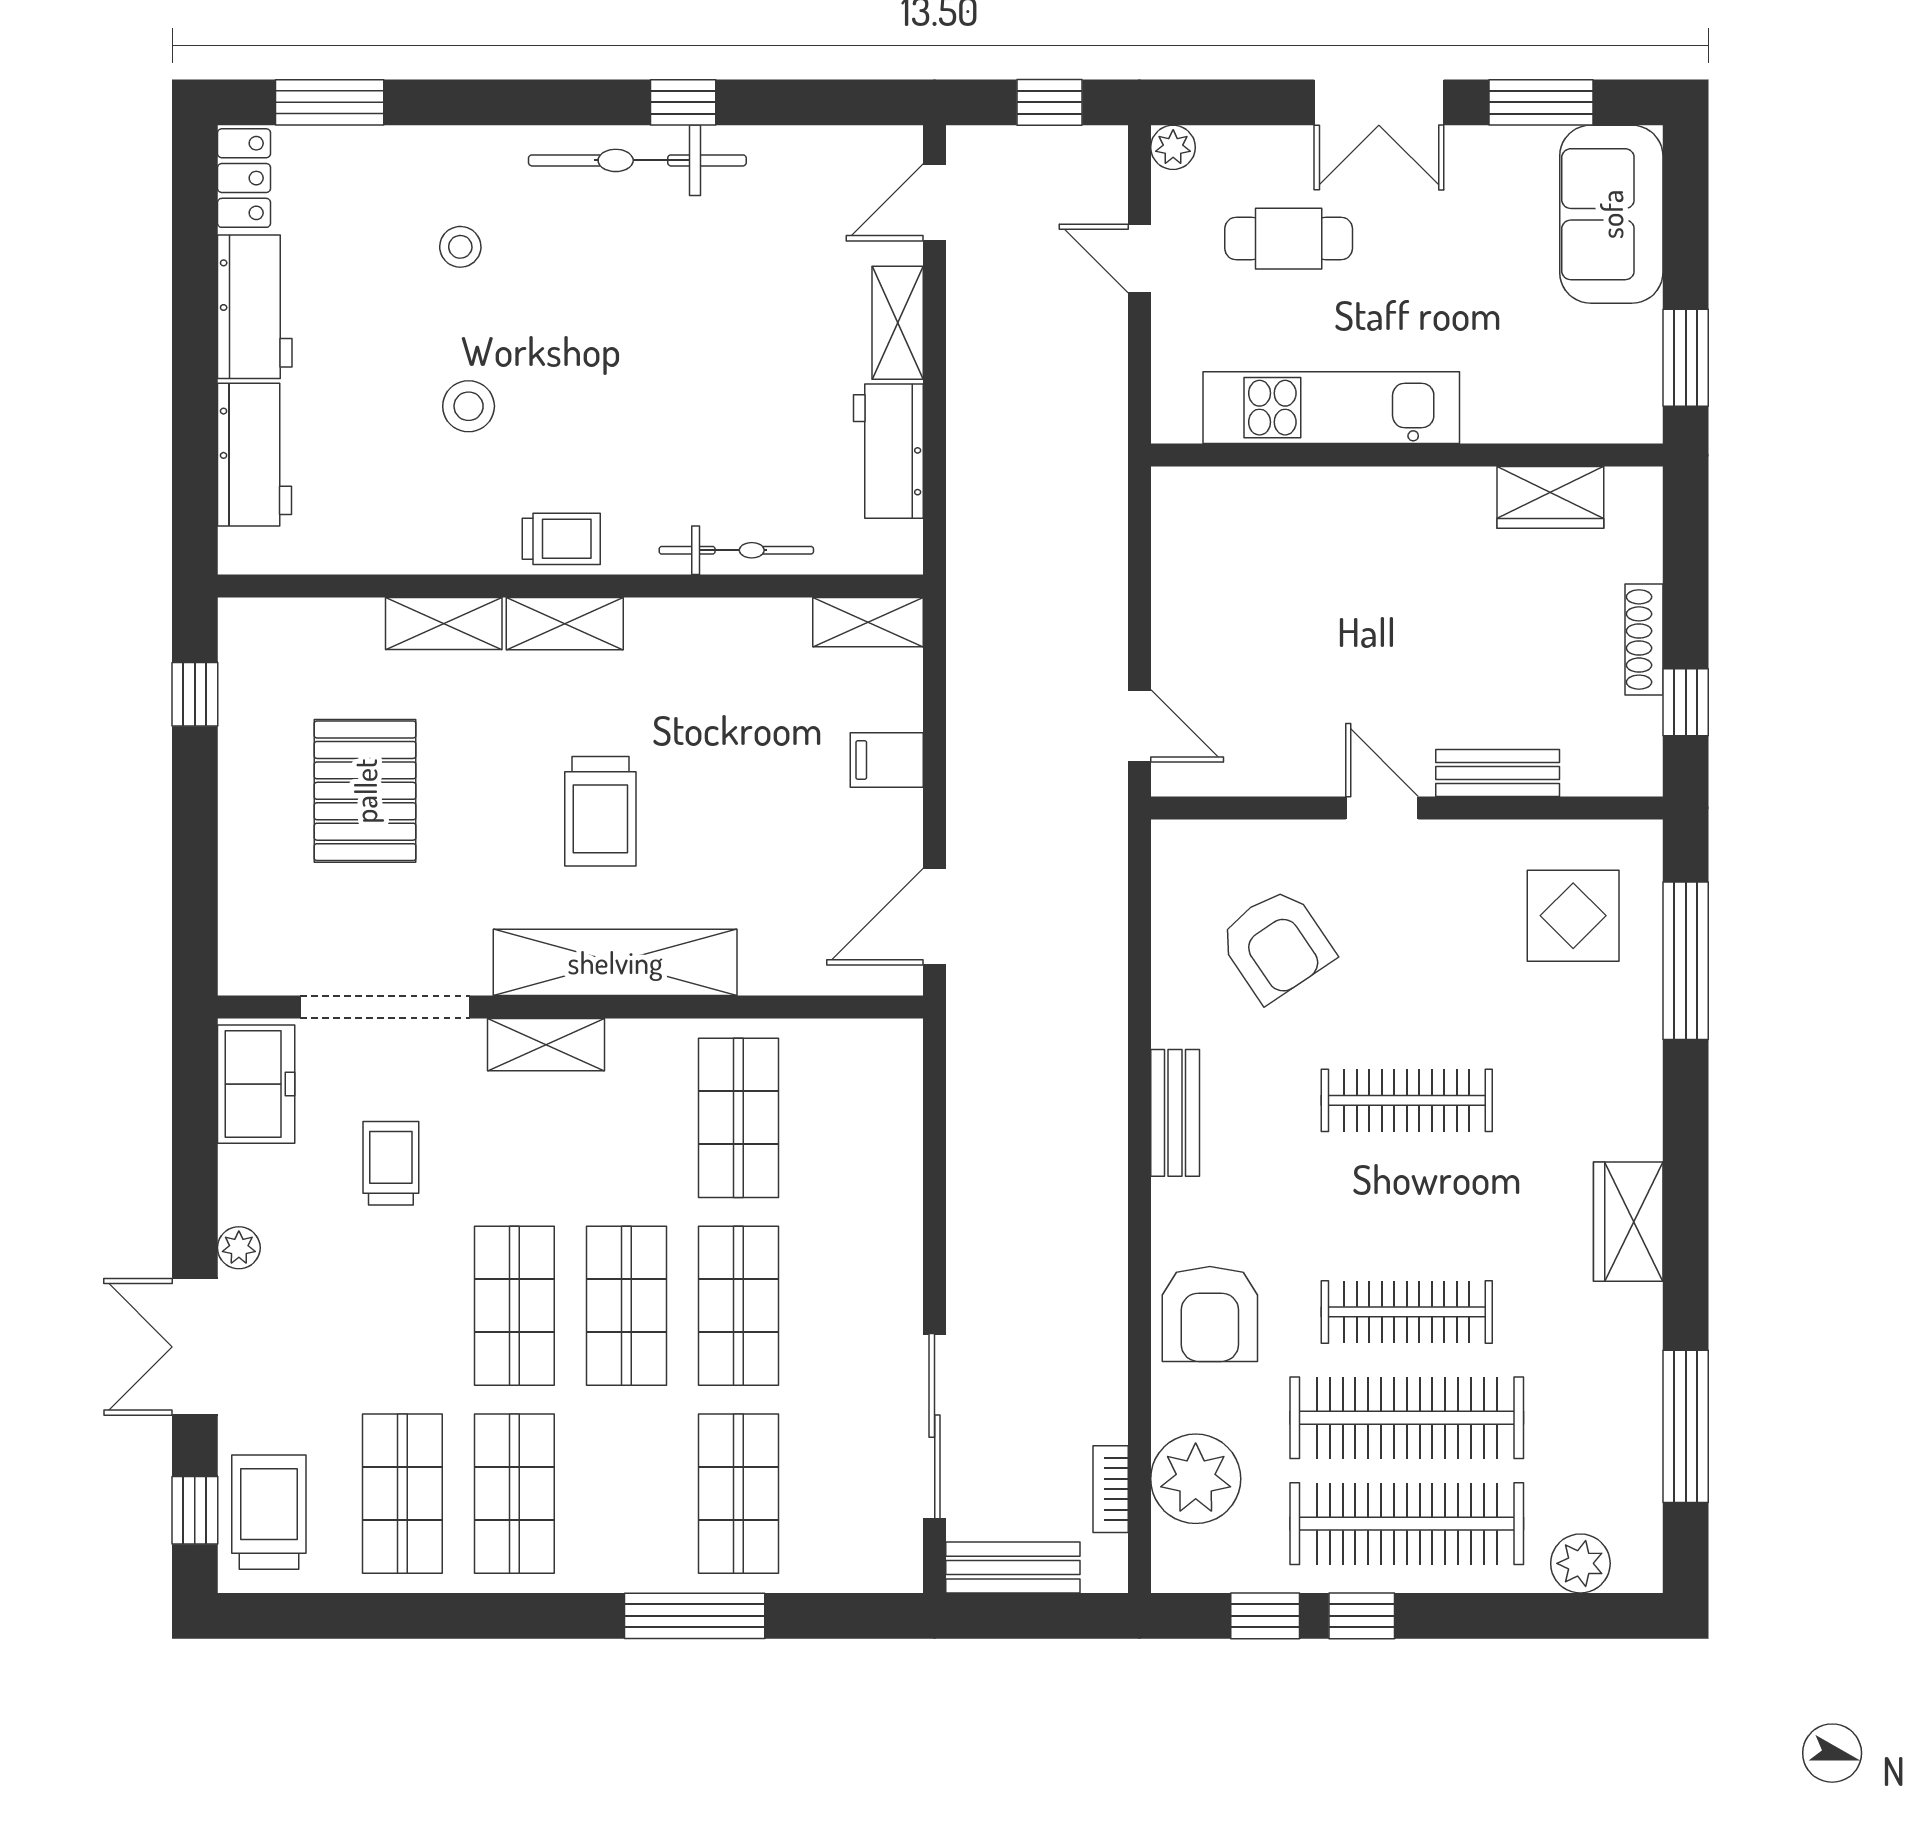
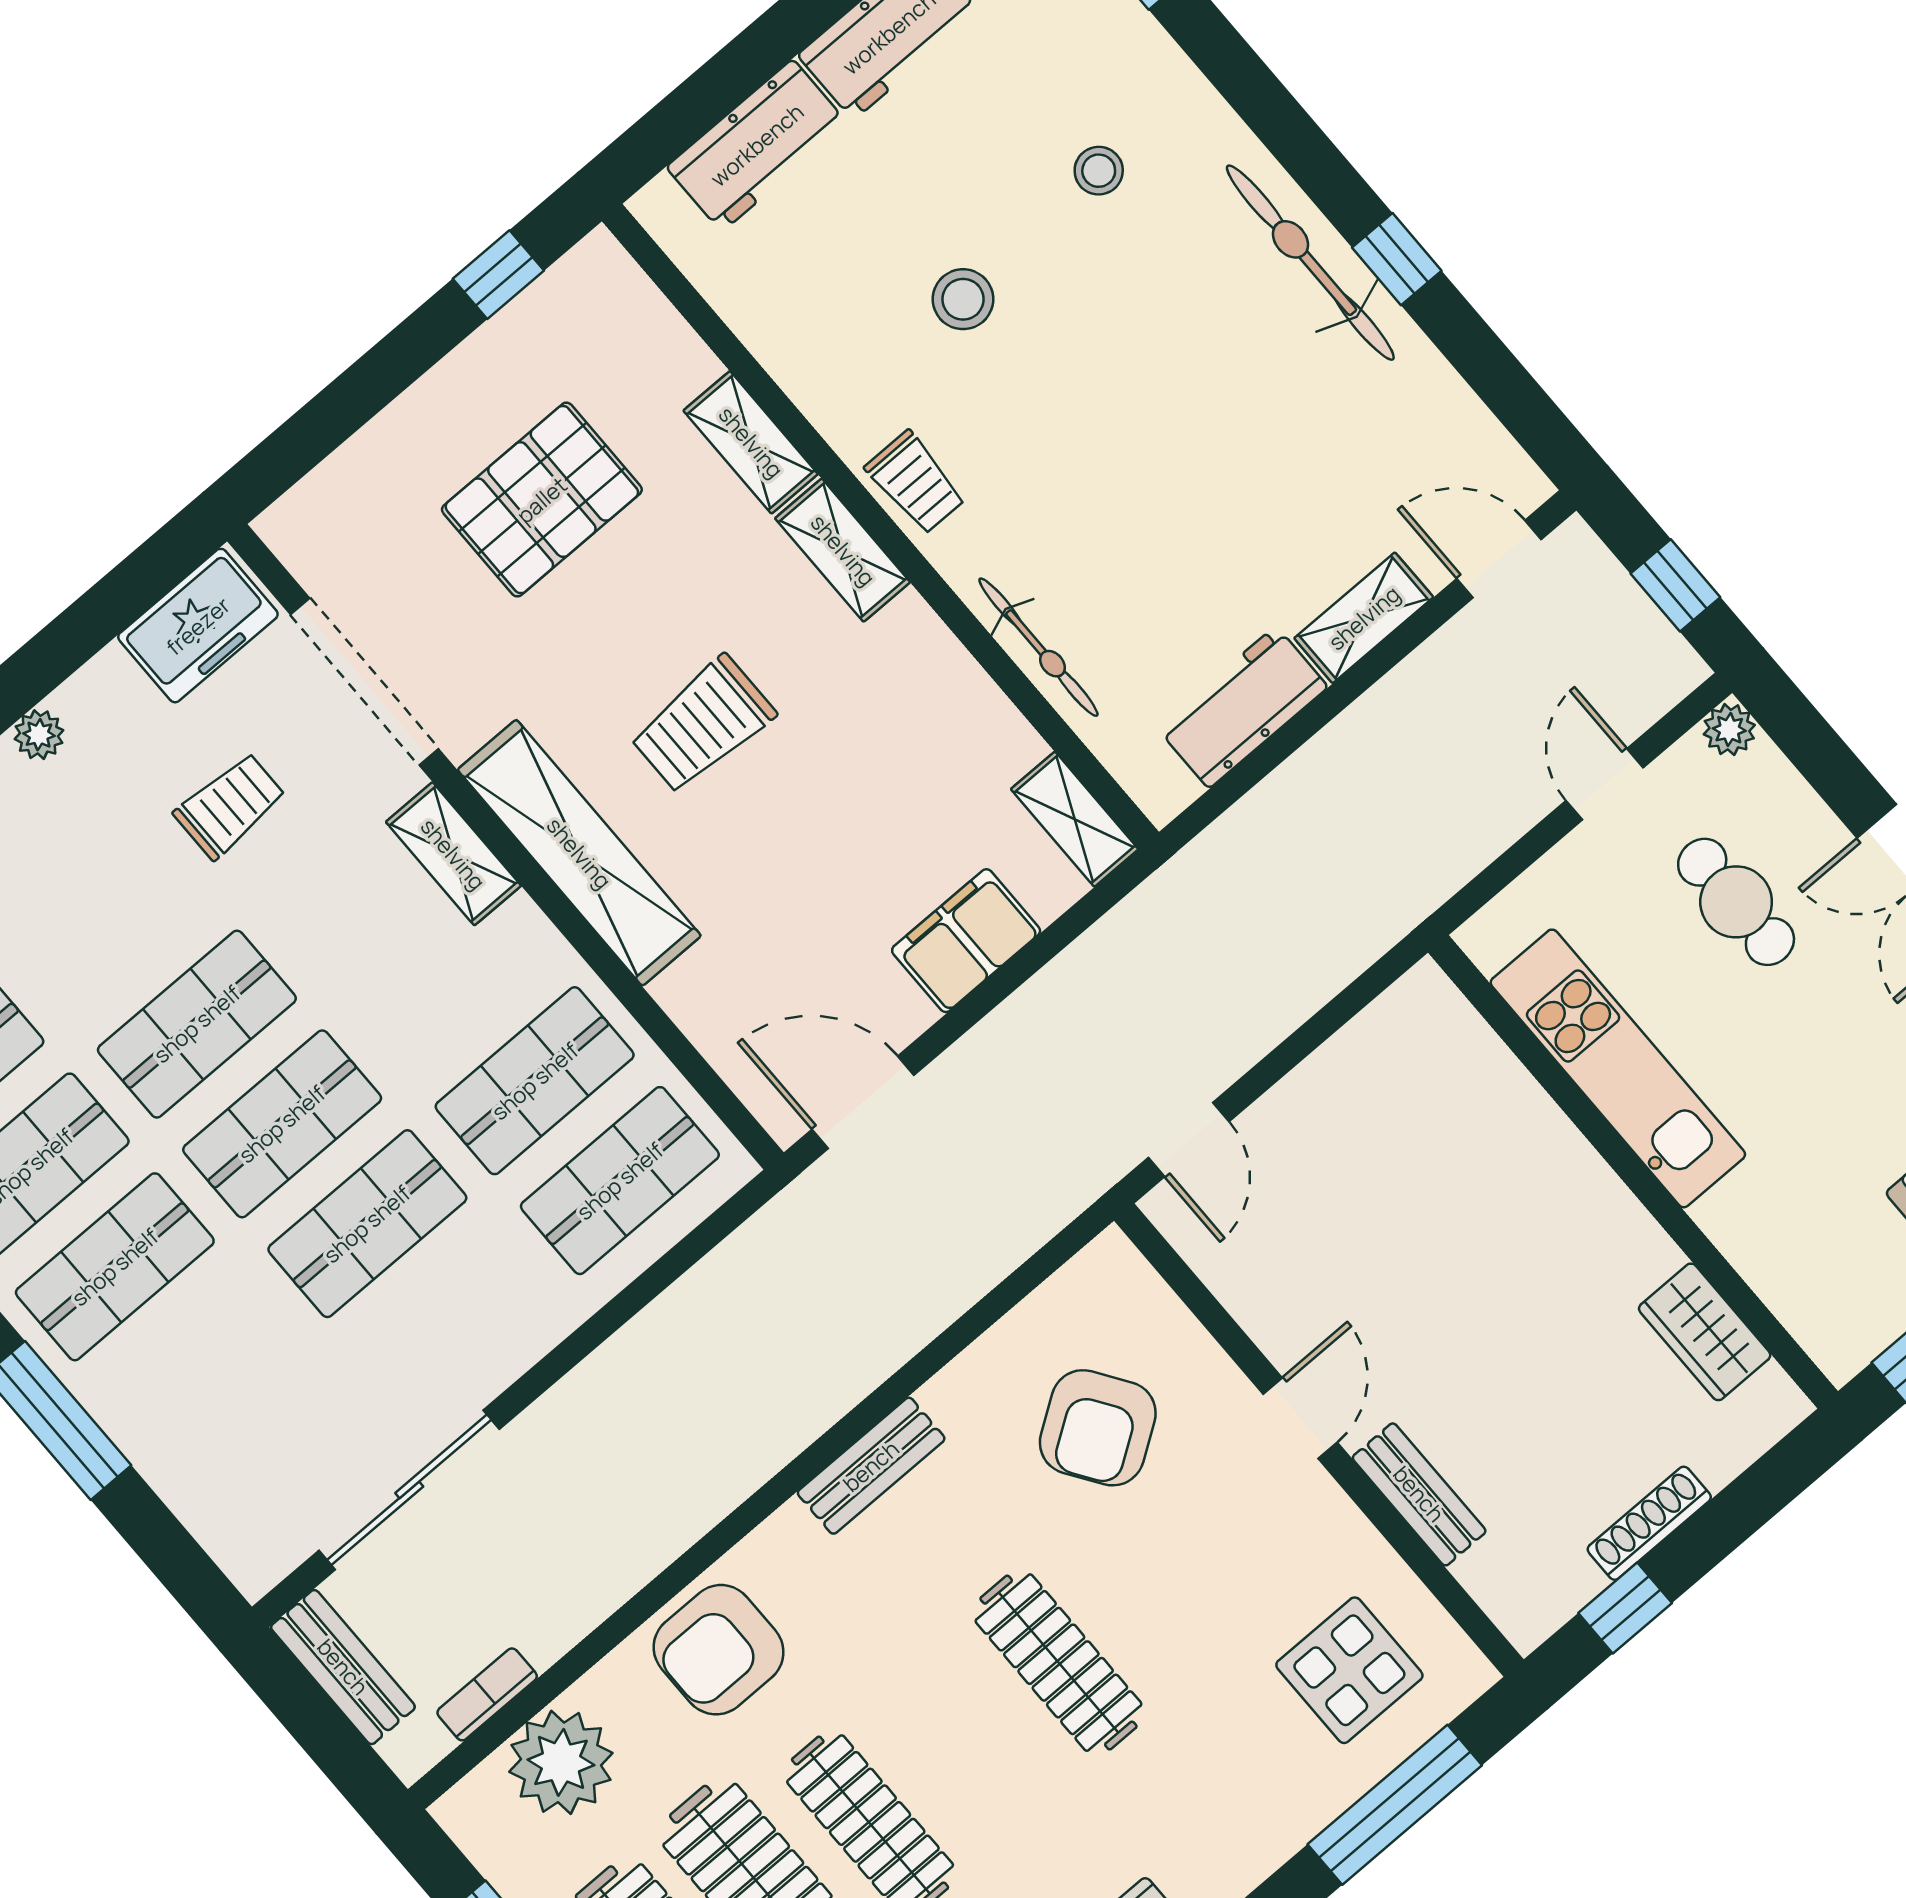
filing cabinet: (887, 760) -> (966, 941), width x2.00
shop shelf: (850, 1118) -> (620, 1181), added
shop shelf: (738, 1494) -> (115, 1267), moved

